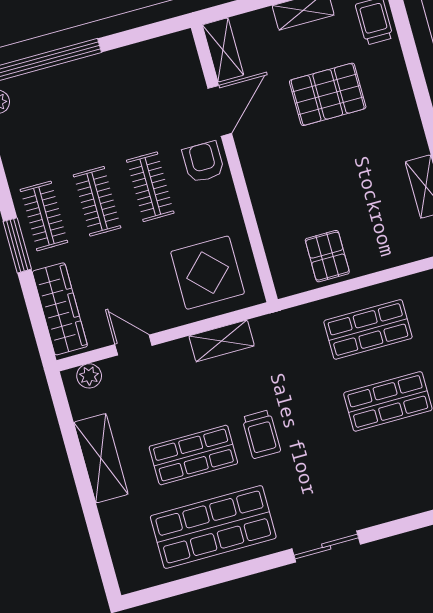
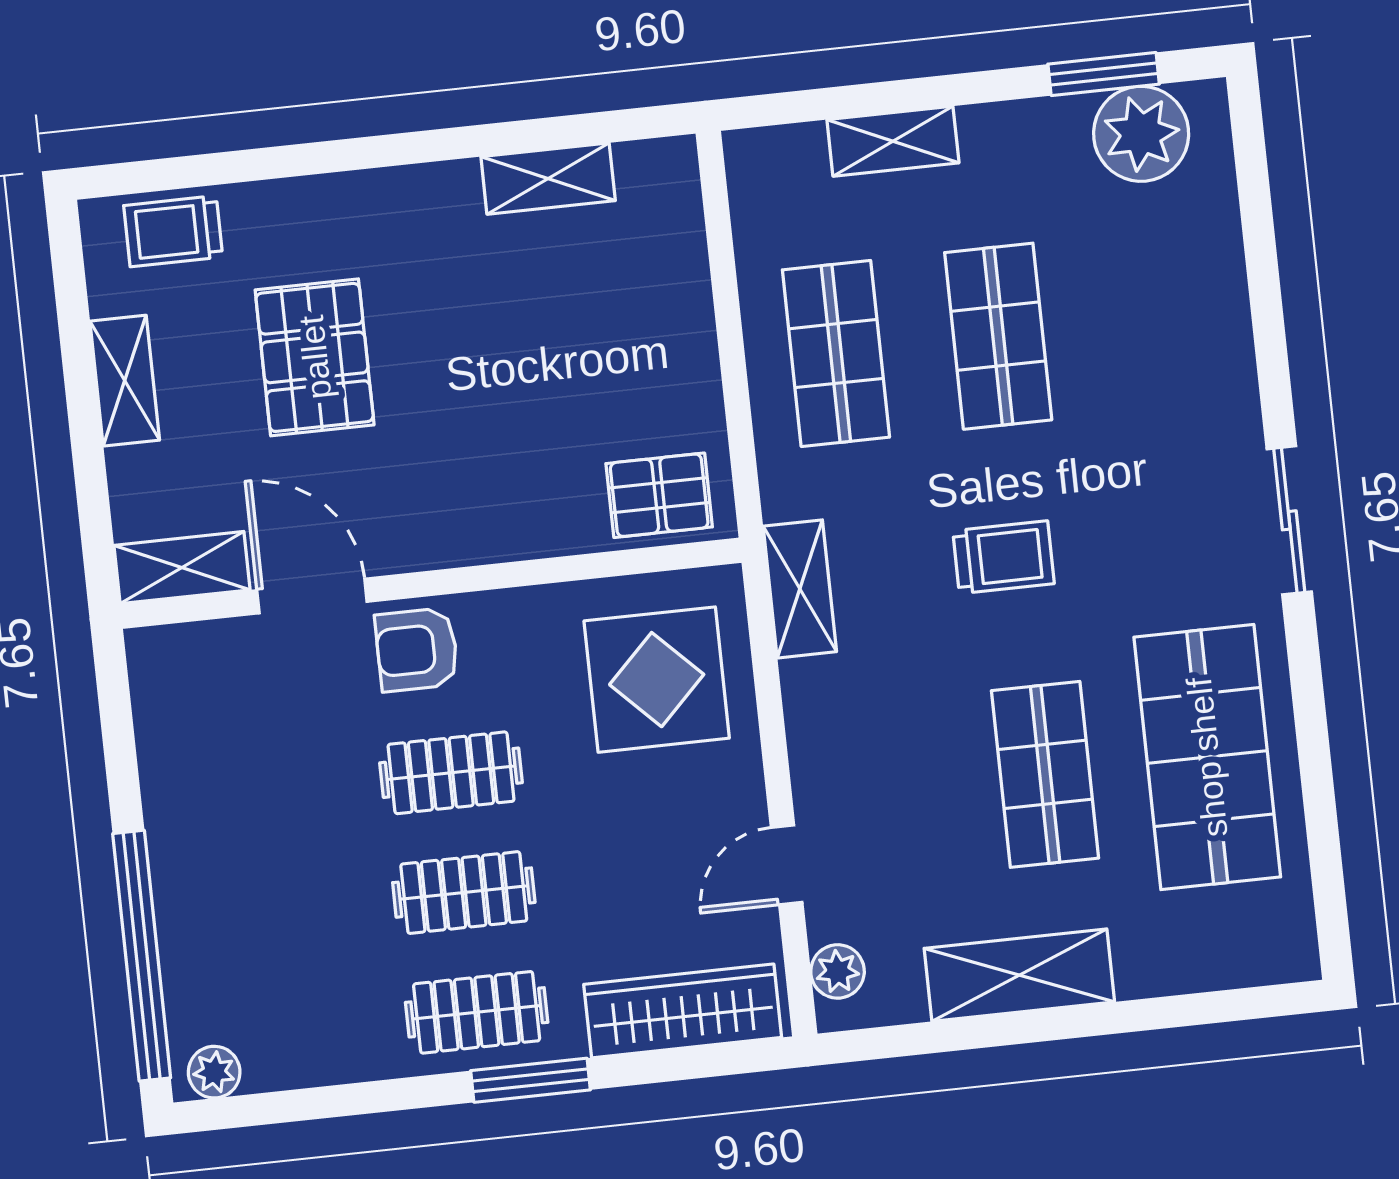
pallet: (327, 256) -> (659, 495), moved
shelving: (222, 341) -> (800, 589), moved
trolley: (261, 434) -> (1003, 557), moved

